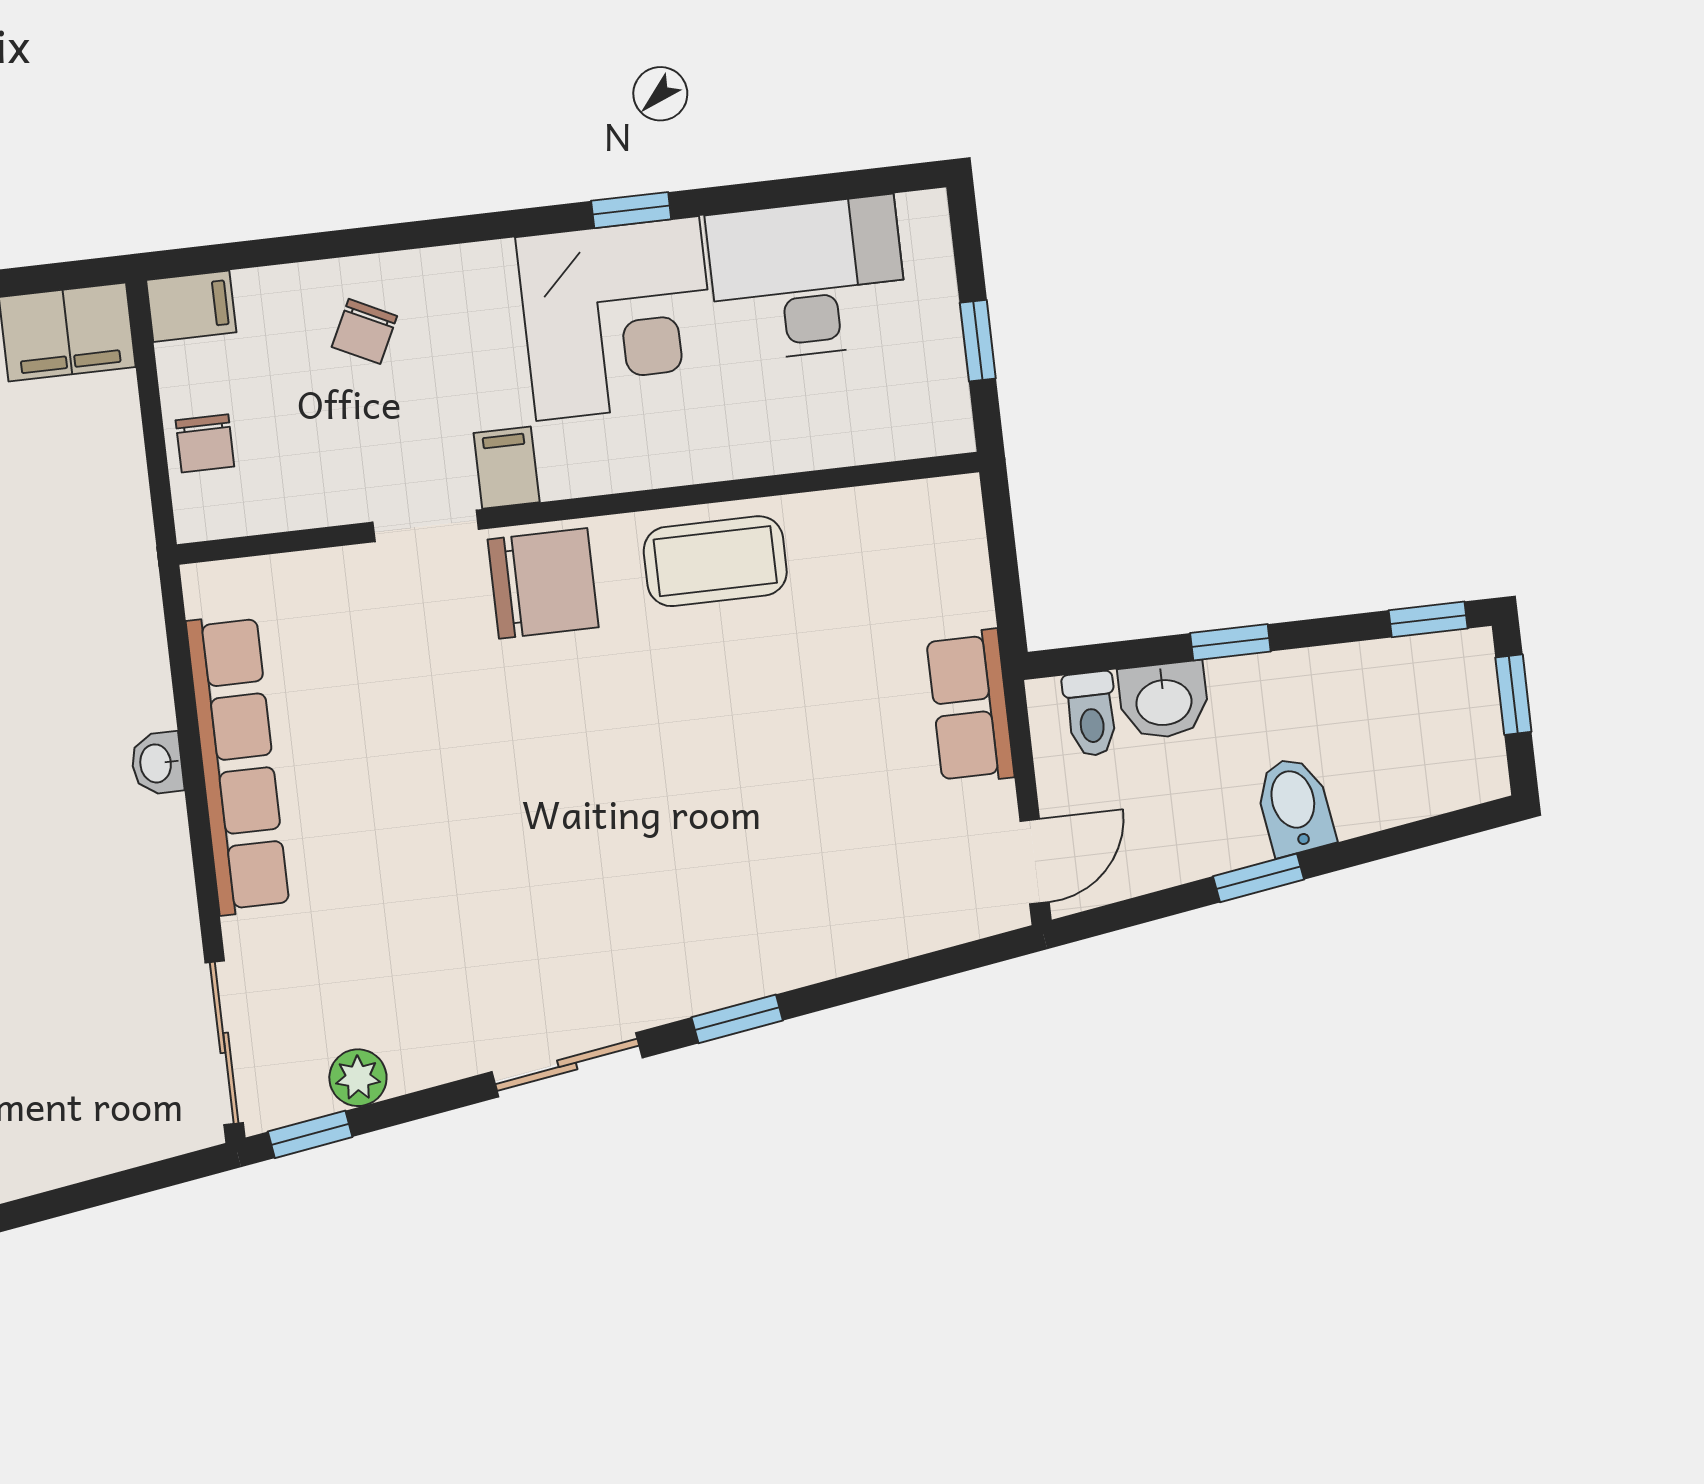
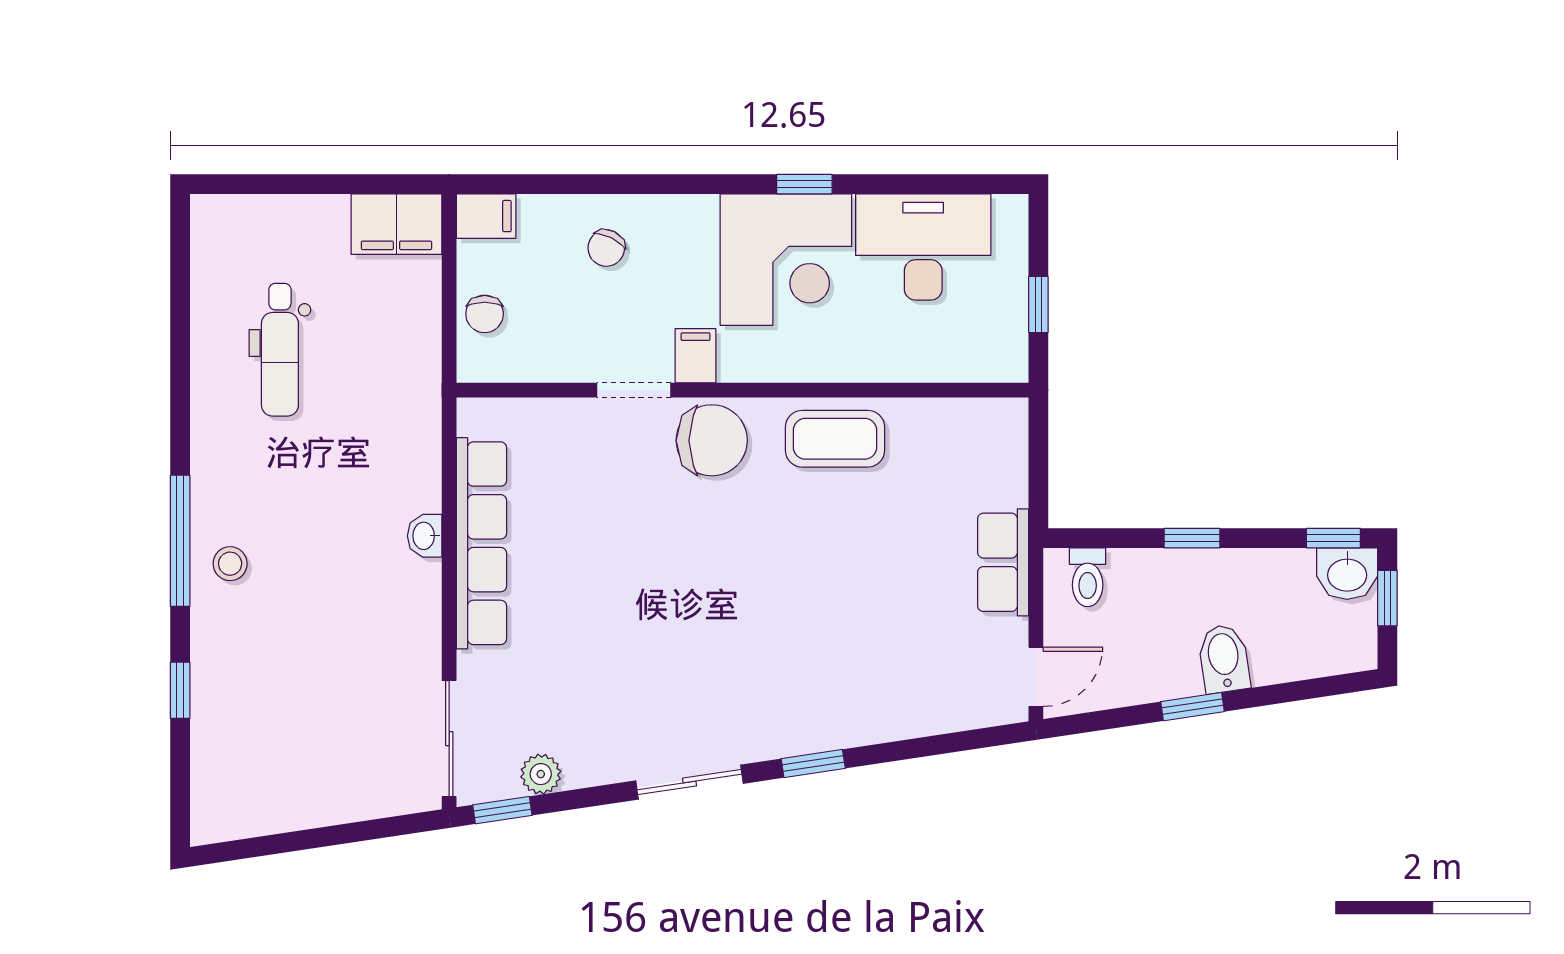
washbasin: (1164, 700) -> (1347, 574), moved

